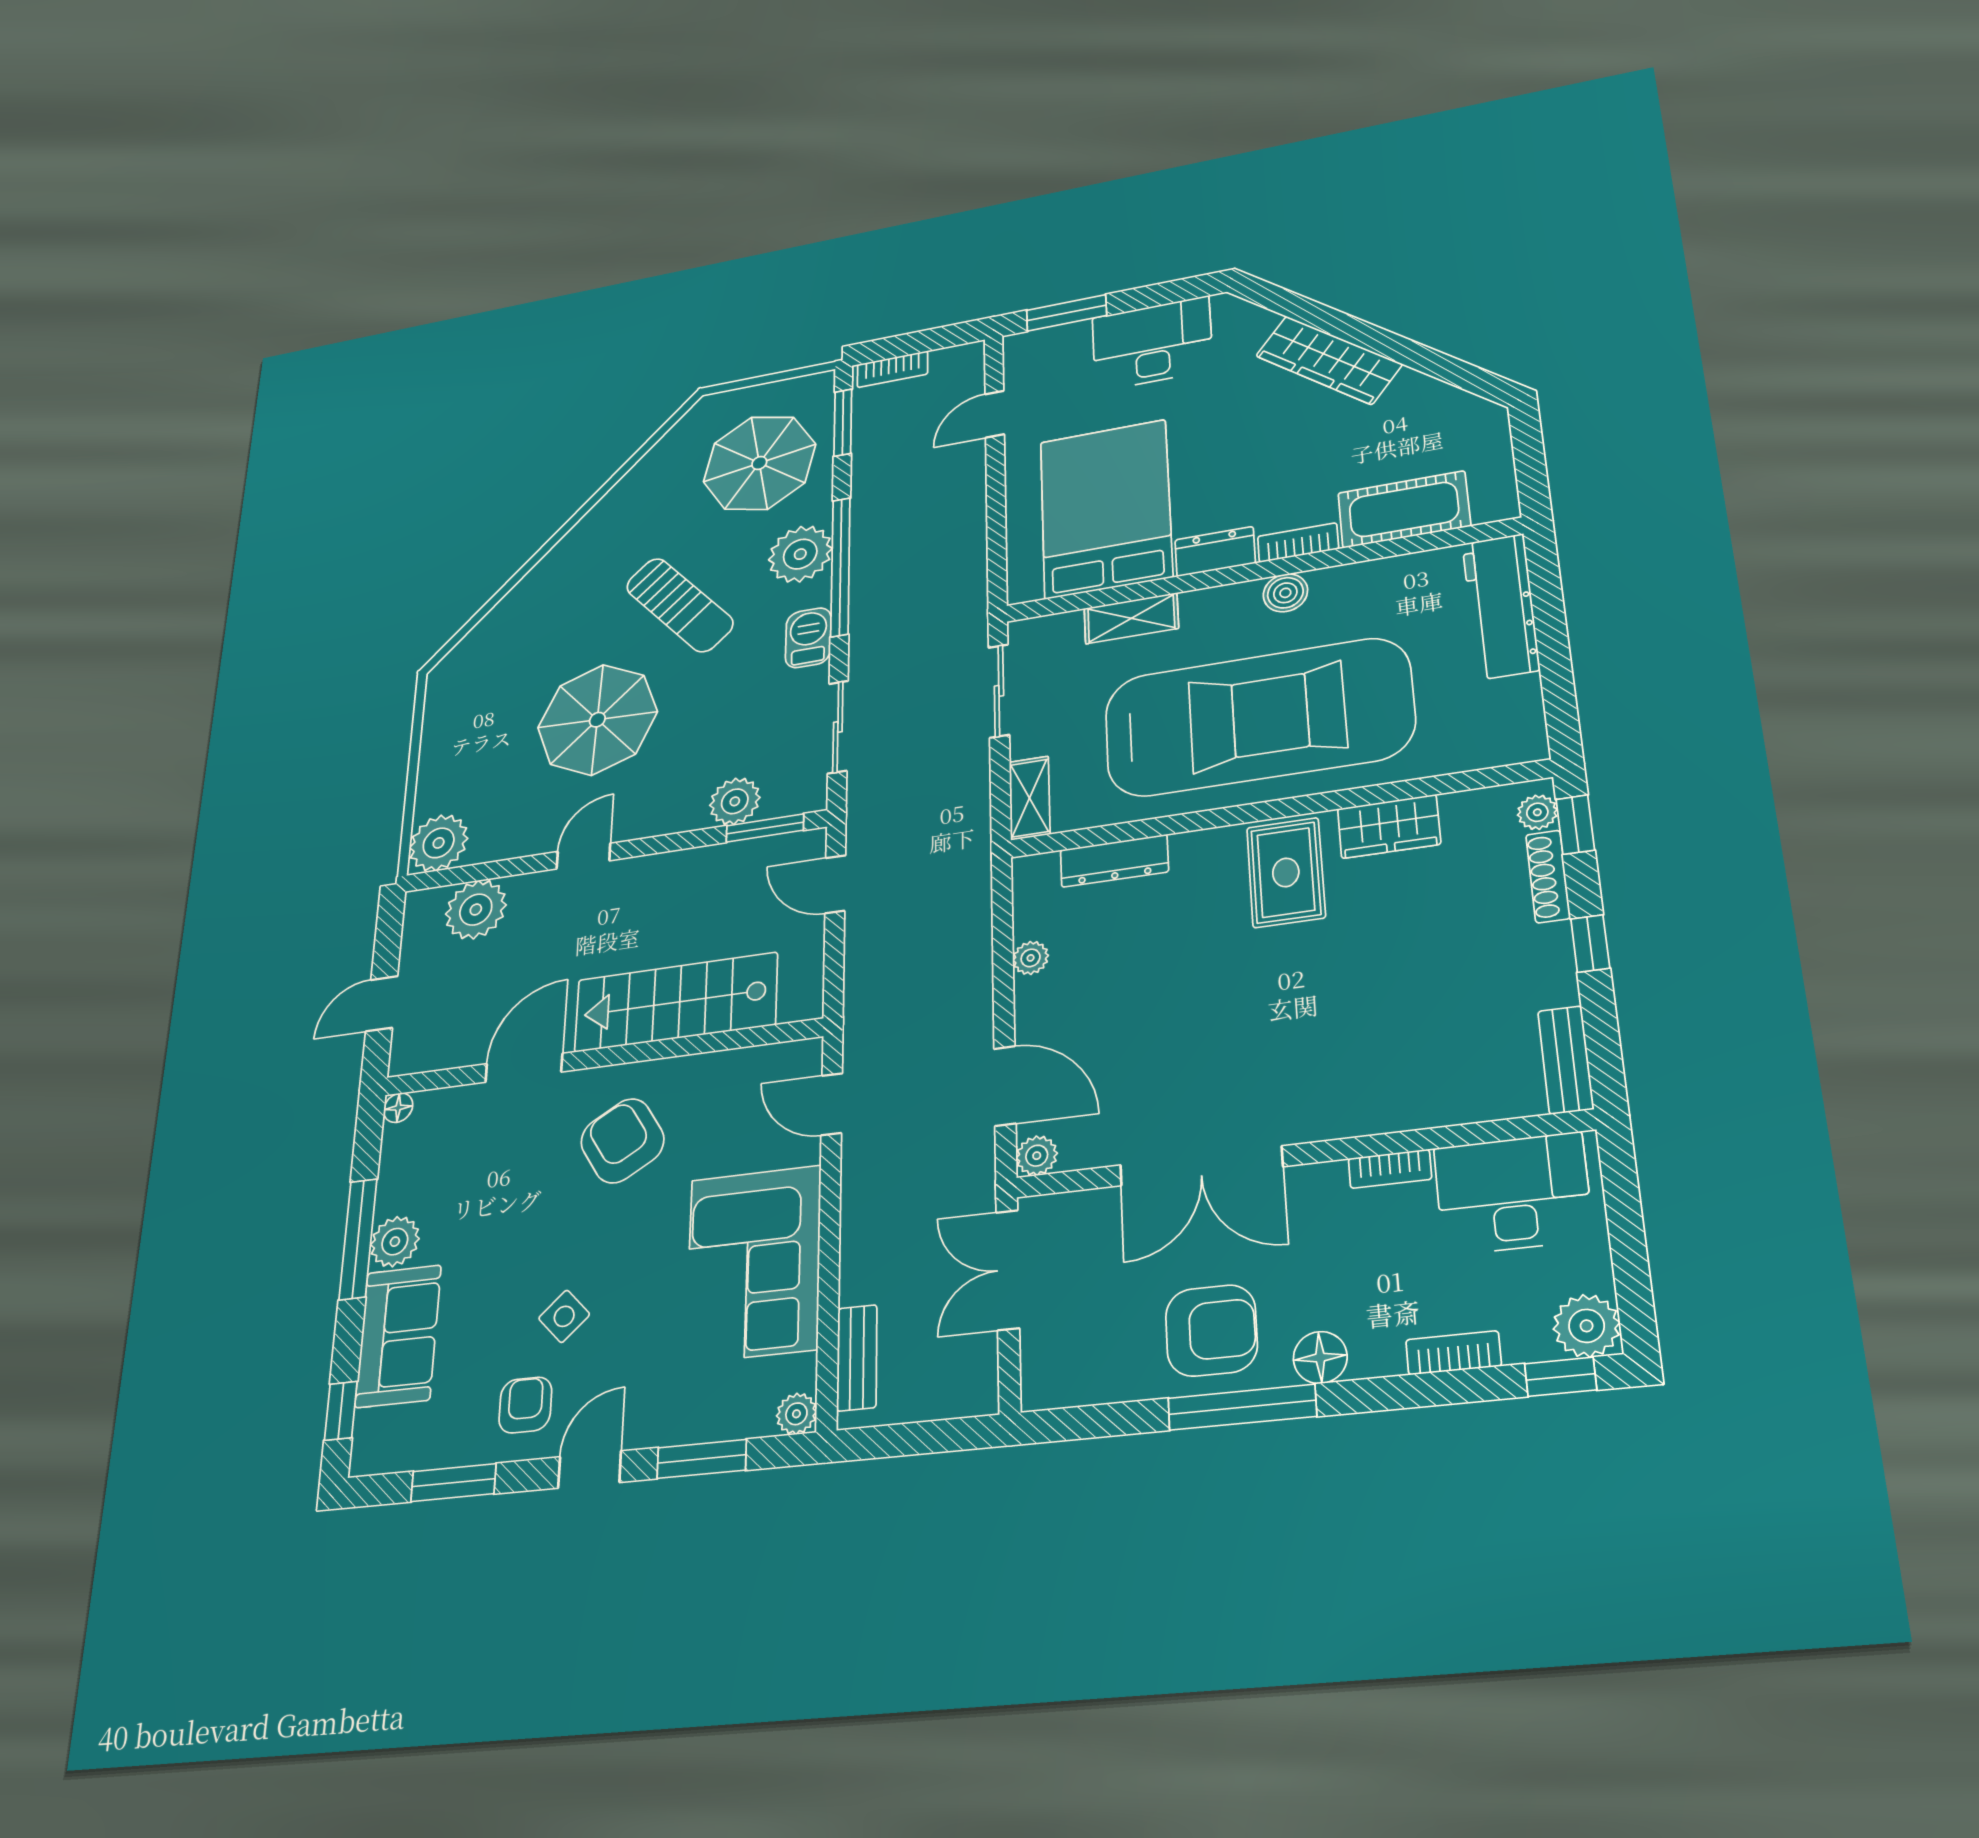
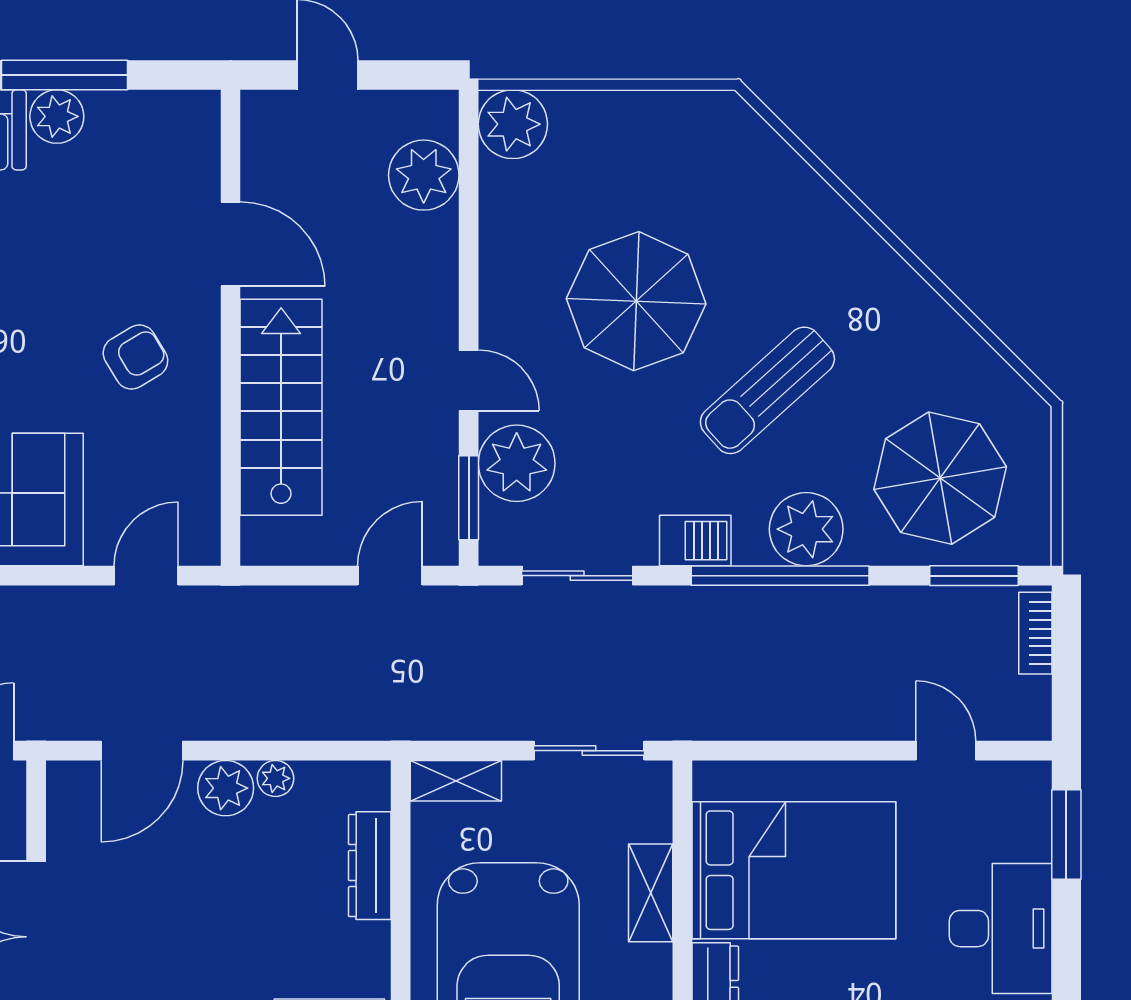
plant: (735, 801) -> (517, 463), width x1.36, depth x1.36
door: (583, 856) -> (469, 380), moved
floor lamp: (398, 1108) -> (204, 106), removed
armchair: (622, 1141) -> (135, 357), width x0.72, depth x0.72
plant: (1037, 1156) -> (226, 788), moved, width x1.38, depth x1.38

